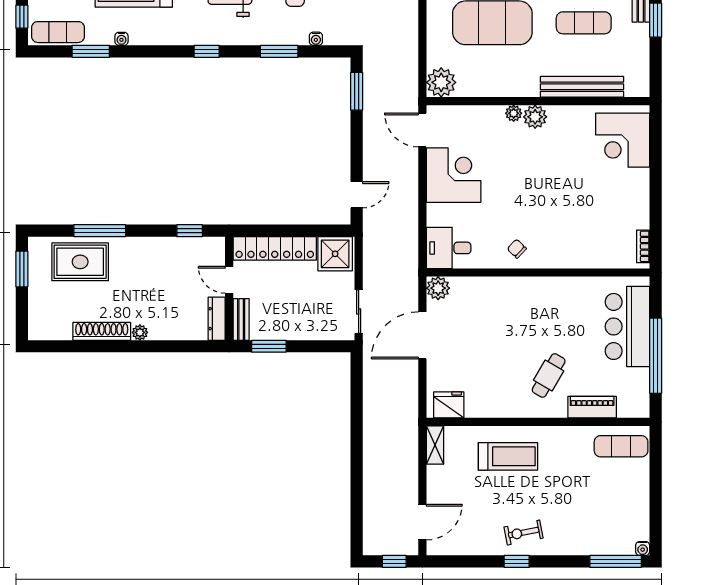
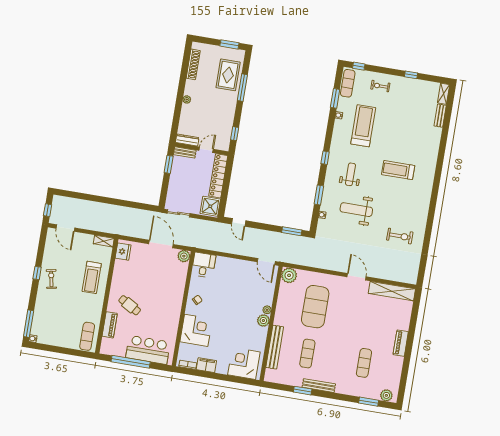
door: (422, 130) -> (266, 262), swing flipped
corner desk: (454, 175) -> (196, 330), moved, turned -90
filing cabinet: (638, 211) -> (206, 365), added
shoe rack: (102, 331) -> (193, 64), moved

